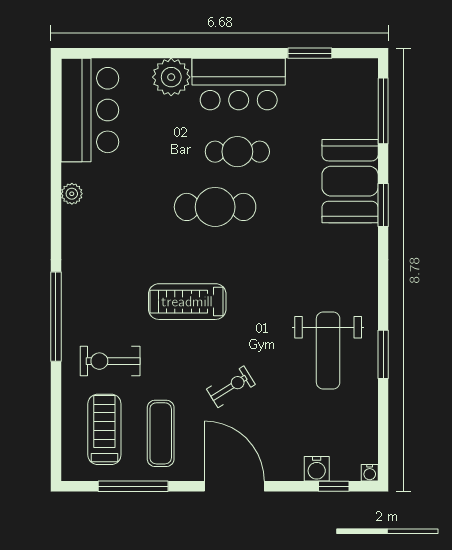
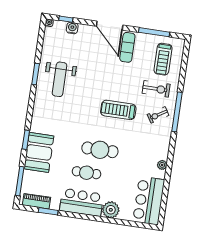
piano: (339, 72) -> (36, 201), added
treadmill: (187, 302) -> (118, 110), turned 180
weight bench: (328, 350) -> (60, 79), turned 180
exercise bike: (231, 387) -> (158, 115), moved
exercise mat: (161, 433) -> (127, 47), moved

